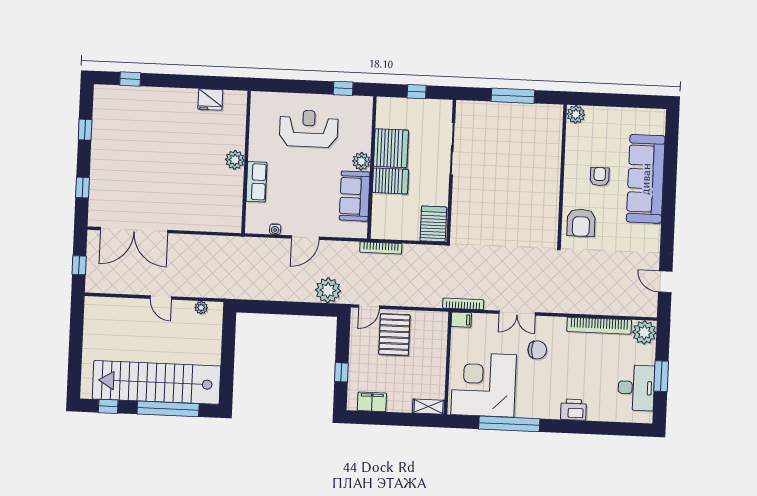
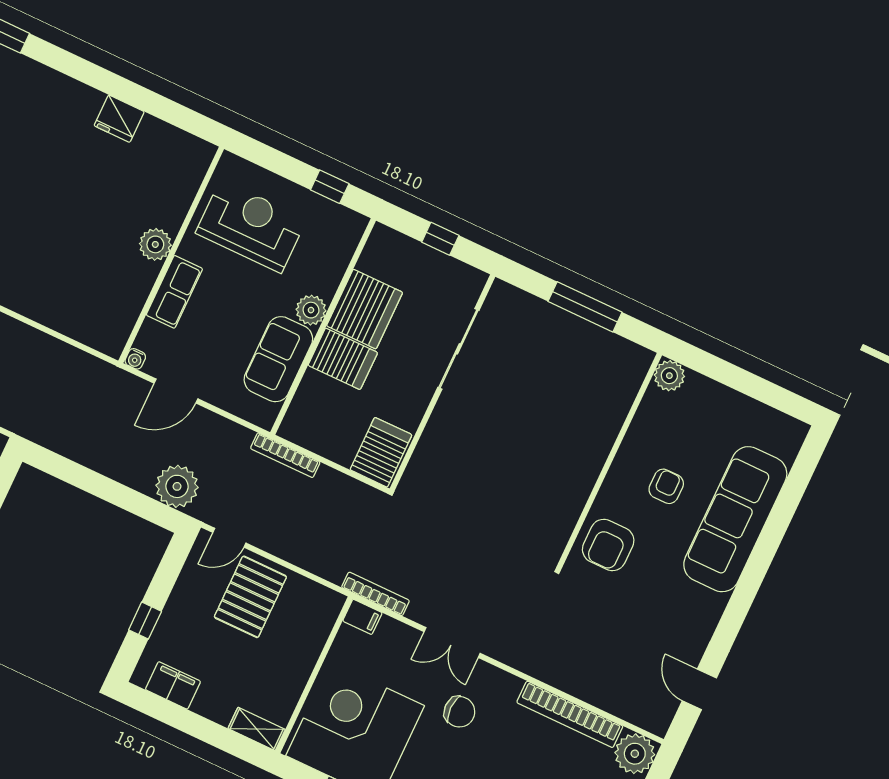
plant: (235, 160) -> (155, 244), moved
wall: (246, 162) -> (171, 255), moved
row of seats: (256, 182) -> (174, 292), moved

